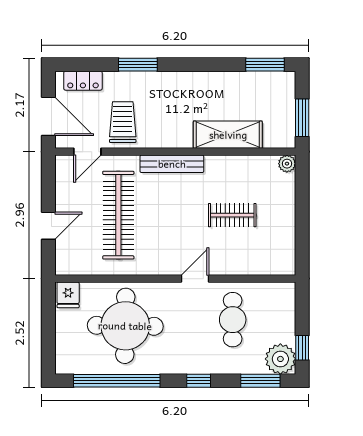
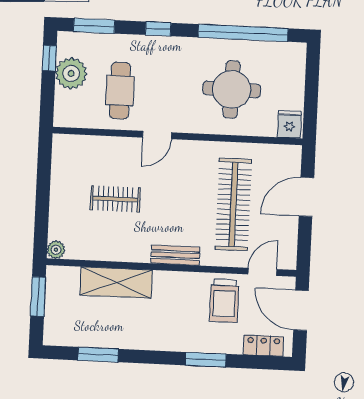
window: (265, 65) -> (98, 355), moved
bench: (172, 164) -> (175, 255), width x0.73
door: (48, 226) -> (306, 197), width x1.38
round table: (125, 326) -> (232, 89), width x0.73, depth x0.73
plant: (280, 359) -> (71, 73), moved

